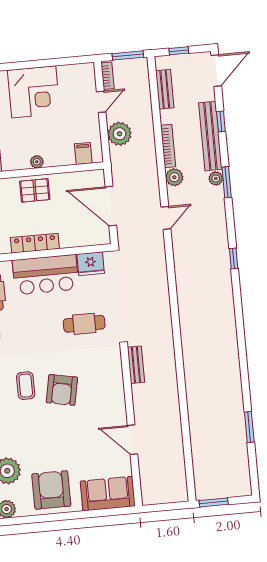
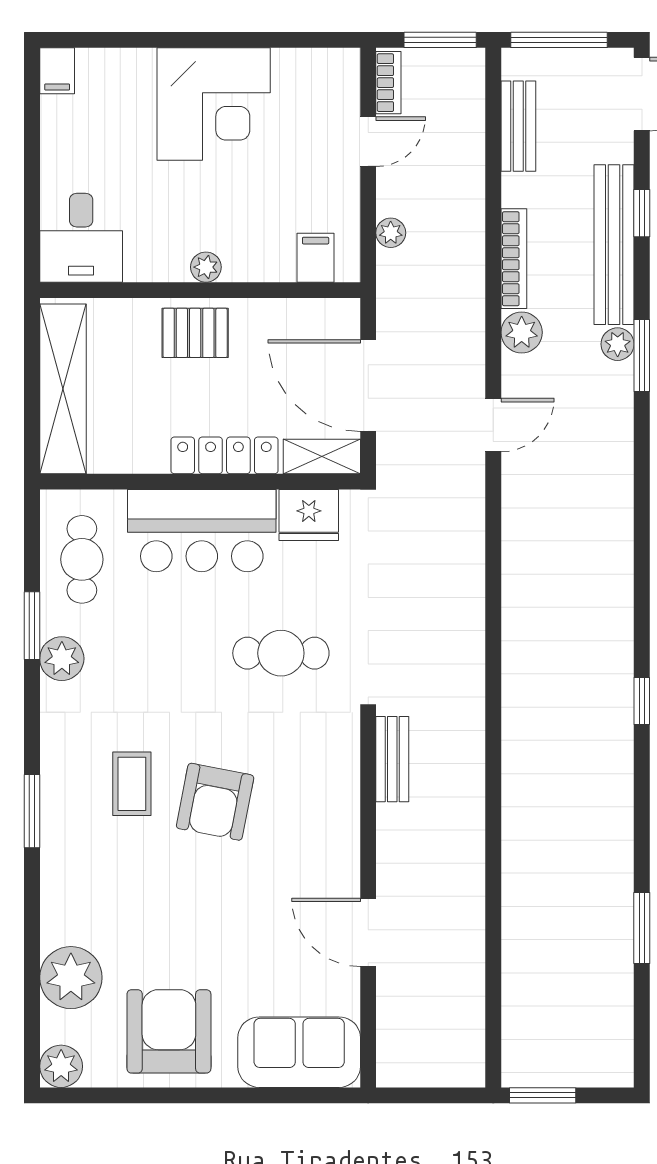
window: (179, 51) -> (559, 40), width x2.17
plant: (119, 134) -> (391, 233), width x0.53, depth x0.53
shelving: (94, 238) -> (322, 456), added
locker: (35, 243) -> (224, 455), moved
window: (234, 259) -> (642, 701), moved

